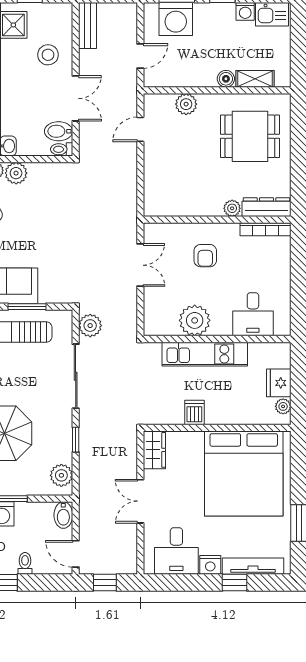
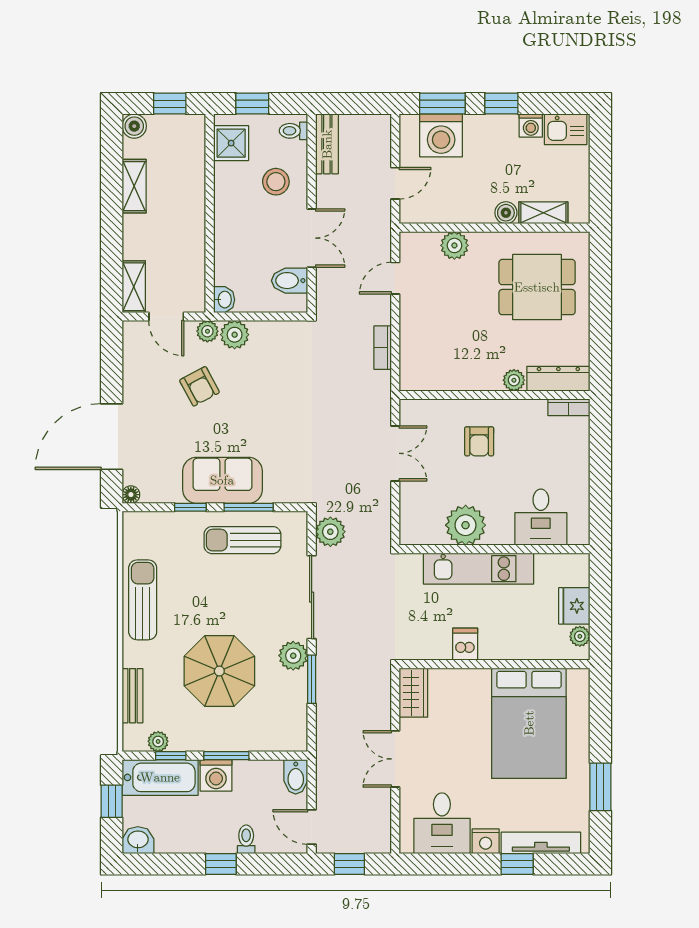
toilet: (62, 149) -> (293, 131), moved
bookcase: (131, 183) -> (383, 348), added
bookcase: (265, 229) -> (569, 407), width x0.64
window: (76, 440) -> (312, 679), width x1.50
bed: (244, 474) -> (529, 723), width x0.73
plant: (61, 475) -> (293, 656), moved

